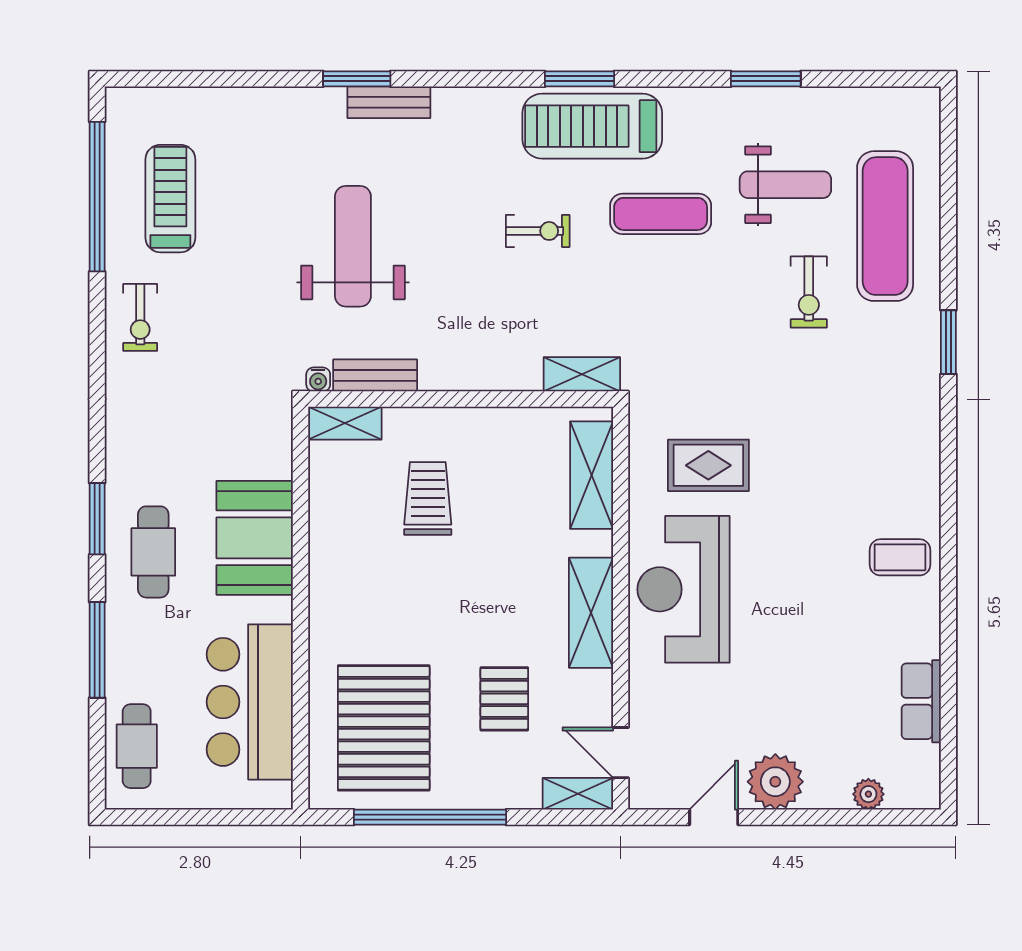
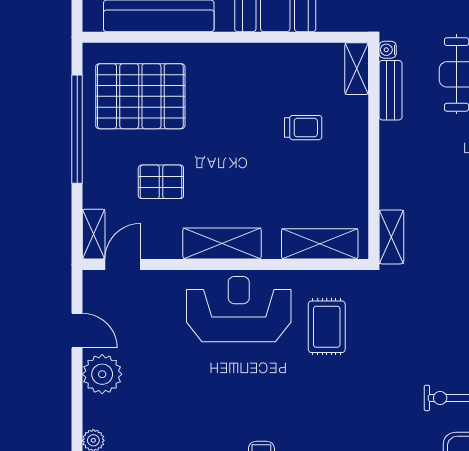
trolley: (428, 498) -> (303, 128), width x0.73, depth x0.72

